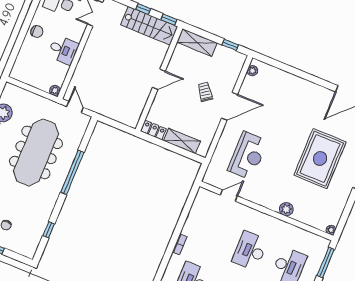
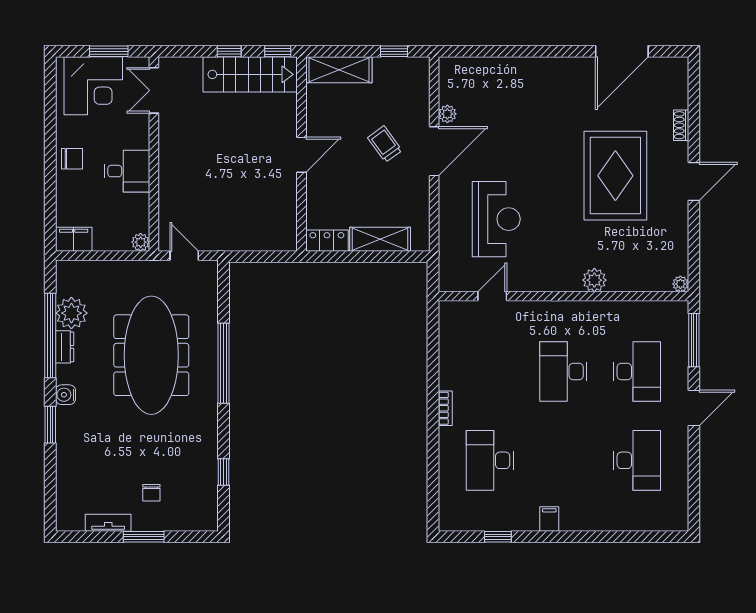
plant: (252, 71) -> (447, 114), moved
filing cabinet: (20, 74) -> (74, 239), added

